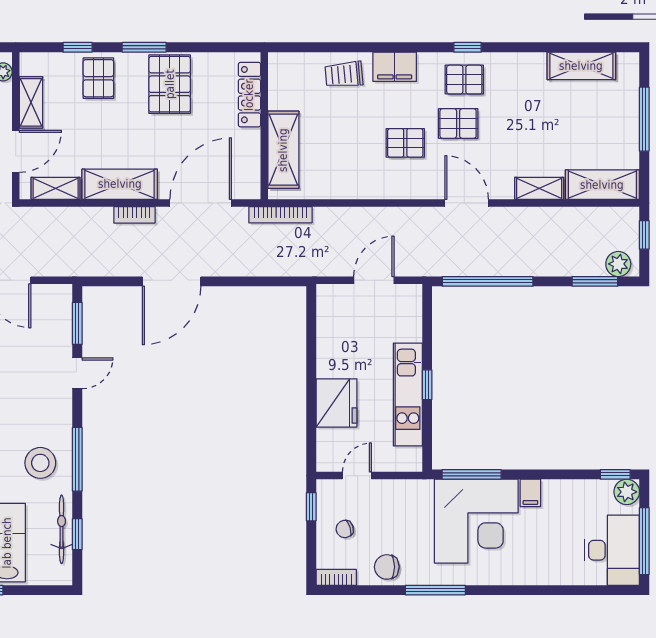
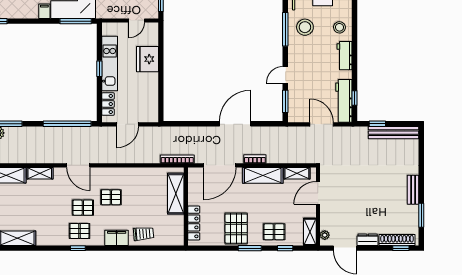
pallet: (98, 78) -> (274, 232), turned 90
shelving: (31, 102) -> (310, 232), moved
locker: (411, 318) -> (108, 104), added

